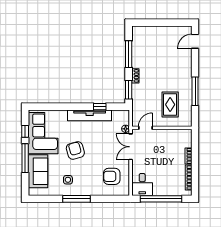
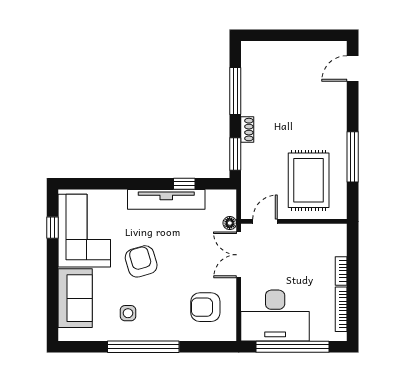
rug: (170, 105) -> (309, 180), width x1.36, depth x1.43
window: (25, 158) -> (53, 275), removed
desk: (142, 184) -> (275, 316), width x1.87, depth x1.30
window: (77, 199) -> (143, 347), width x1.46

